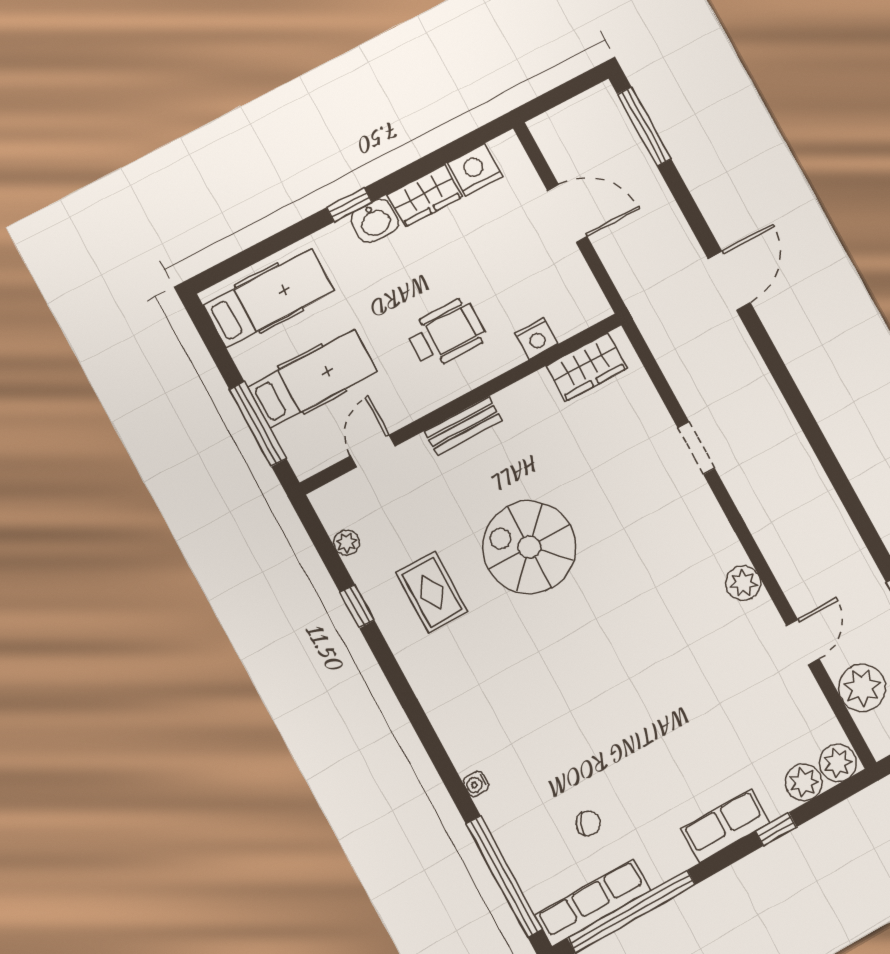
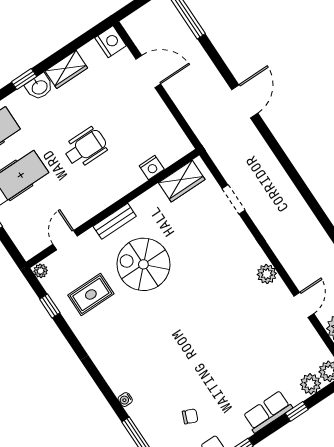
nightstand: (475, 170) -> (111, 42), moved, turned 90
nightstand: (536, 339) -> (152, 167), moved
wardrobe: (587, 367) -> (182, 181), moved
wall: (462, 403) -> (113, 208), moved
bench: (463, 426) -> (115, 221), moved
door: (373, 451) -> (65, 240), moved
rug: (432, 592) -> (91, 294), turned 90

